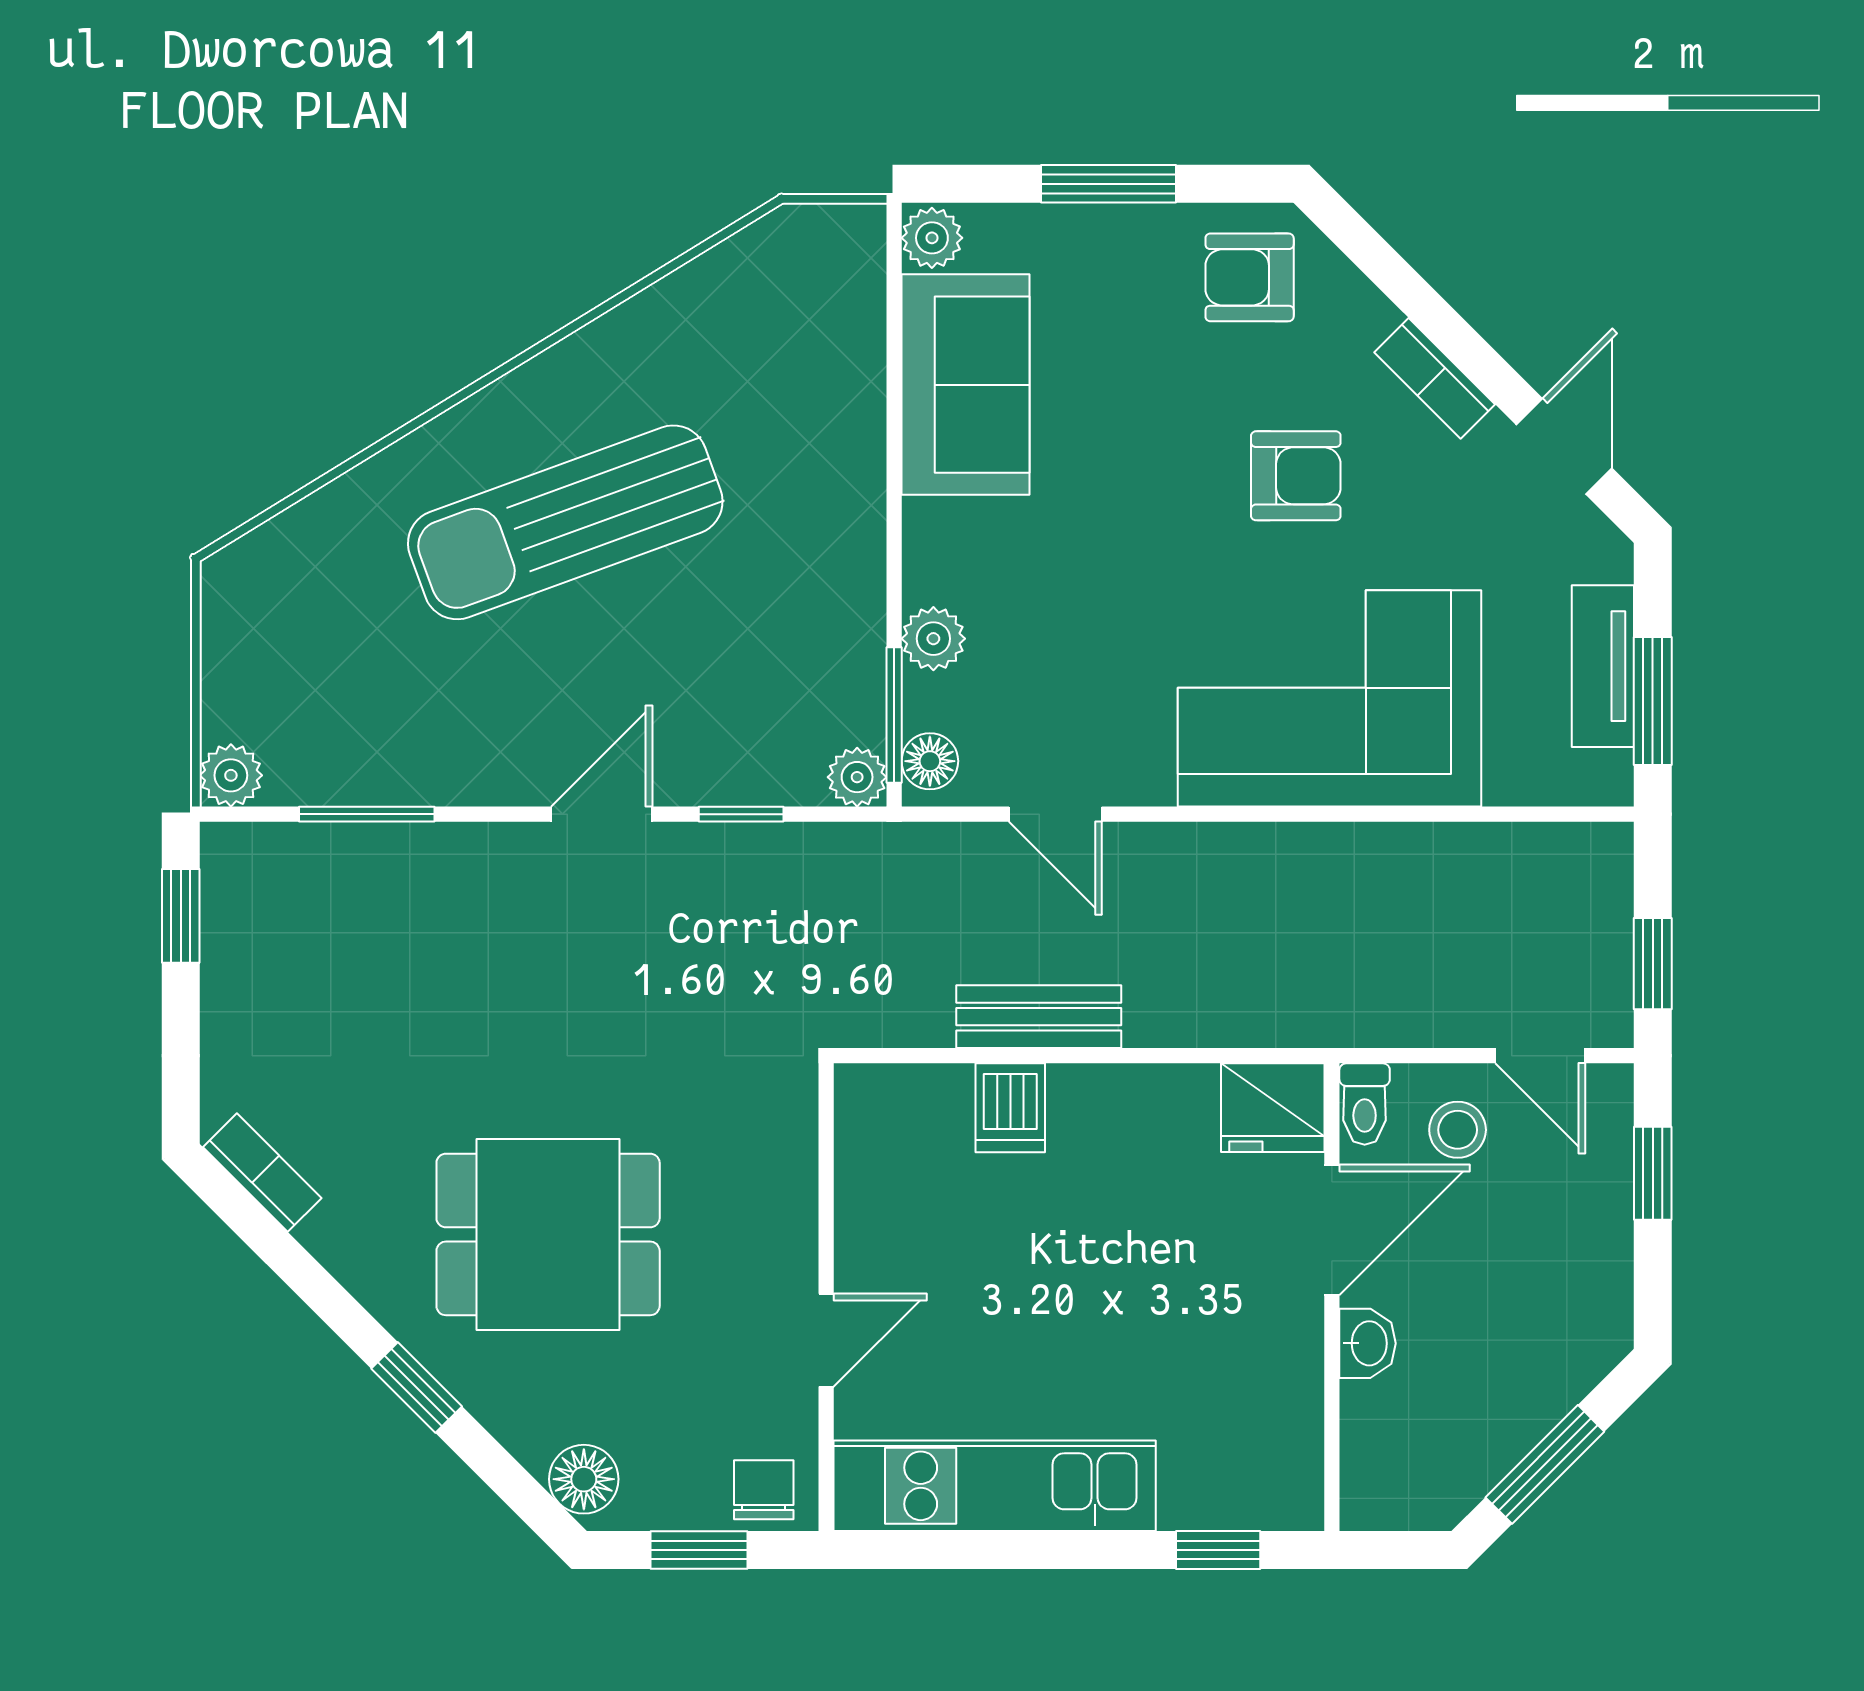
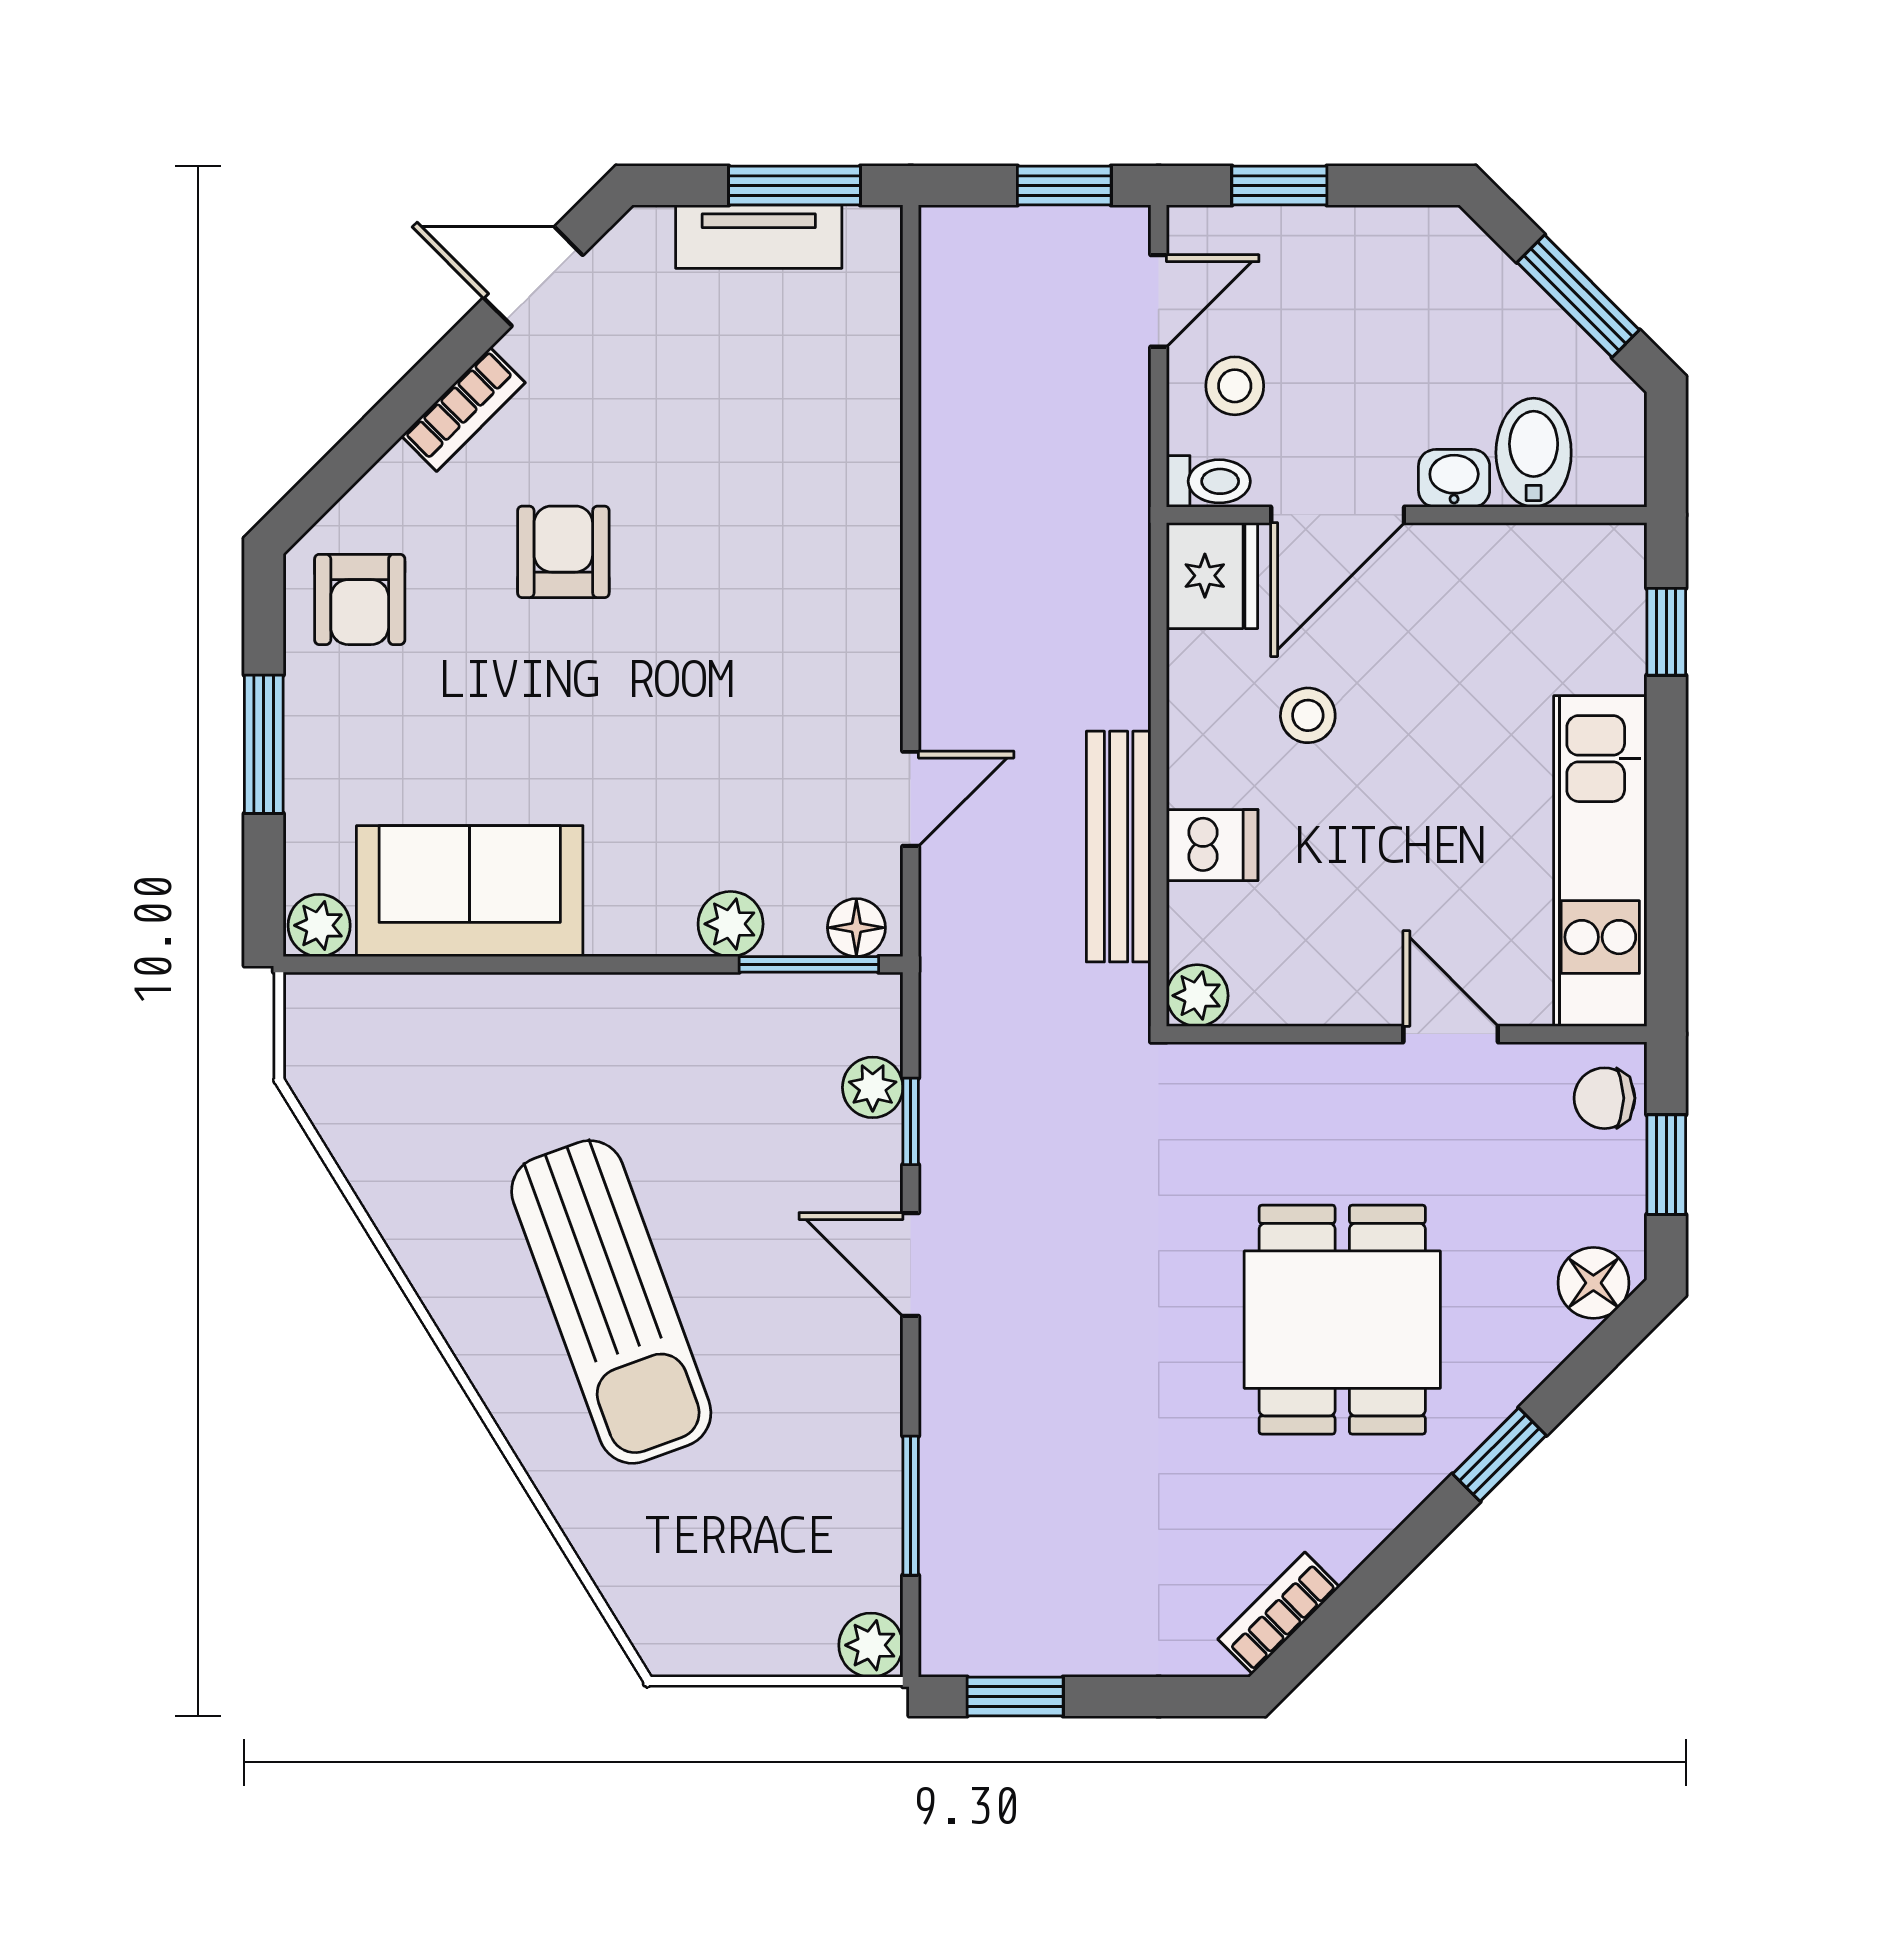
corner sofa: (1330, 698) -> (792, 517), removed
plant: (857, 777) -> (873, 1087), moved
bench: (1039, 1017) -> (1119, 847), width x1.36
plant: (864, 1093) -> (1197, 996), added
stool: (1137, 1201) -> (1308, 715), added
door: (1332, 1230) -> (1338, 515), swing flipped
bidet: (1393, 1421) -> (1534, 453), added

